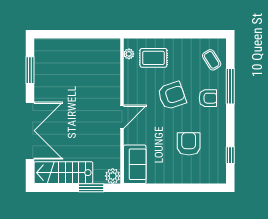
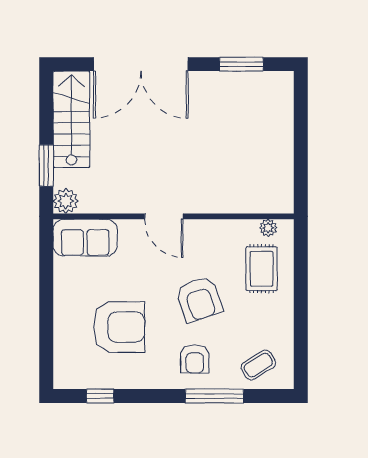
armchair: (189, 144) -> (119, 327), width x1.36, depth x1.36

